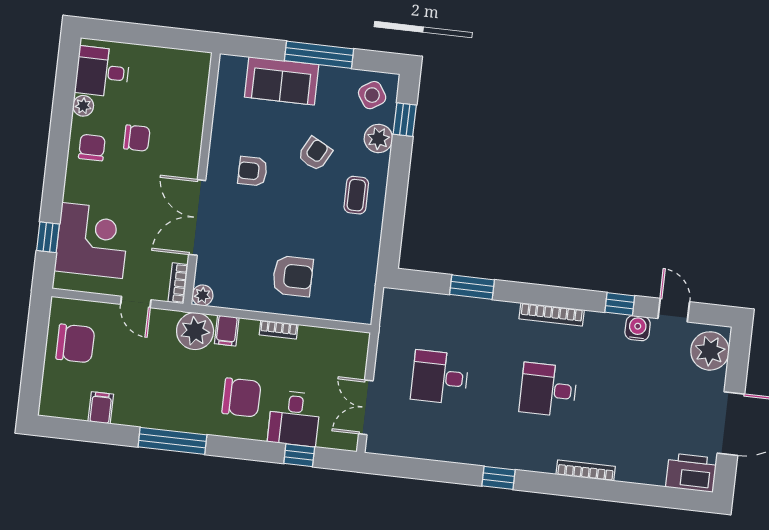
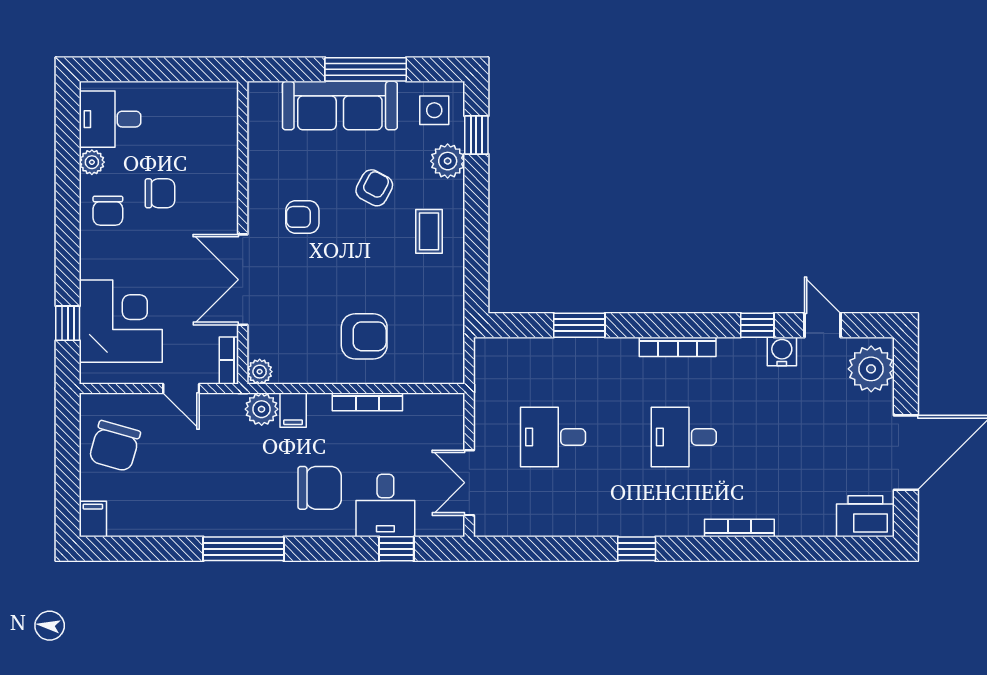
sofa: (282, 81) -> (340, 106), width x1.36
side table: (372, 95) -> (434, 110), turned 33
chair: (92, 148) -> (108, 211), turned 180
bookcase: (279, 329) -> (367, 402), width x1.56
plant: (195, 331) -> (262, 409), width x0.73, depth x0.73
chair: (75, 343) -> (115, 446), turned 106
filing cabinet: (101, 408) -> (93, 519), moved

